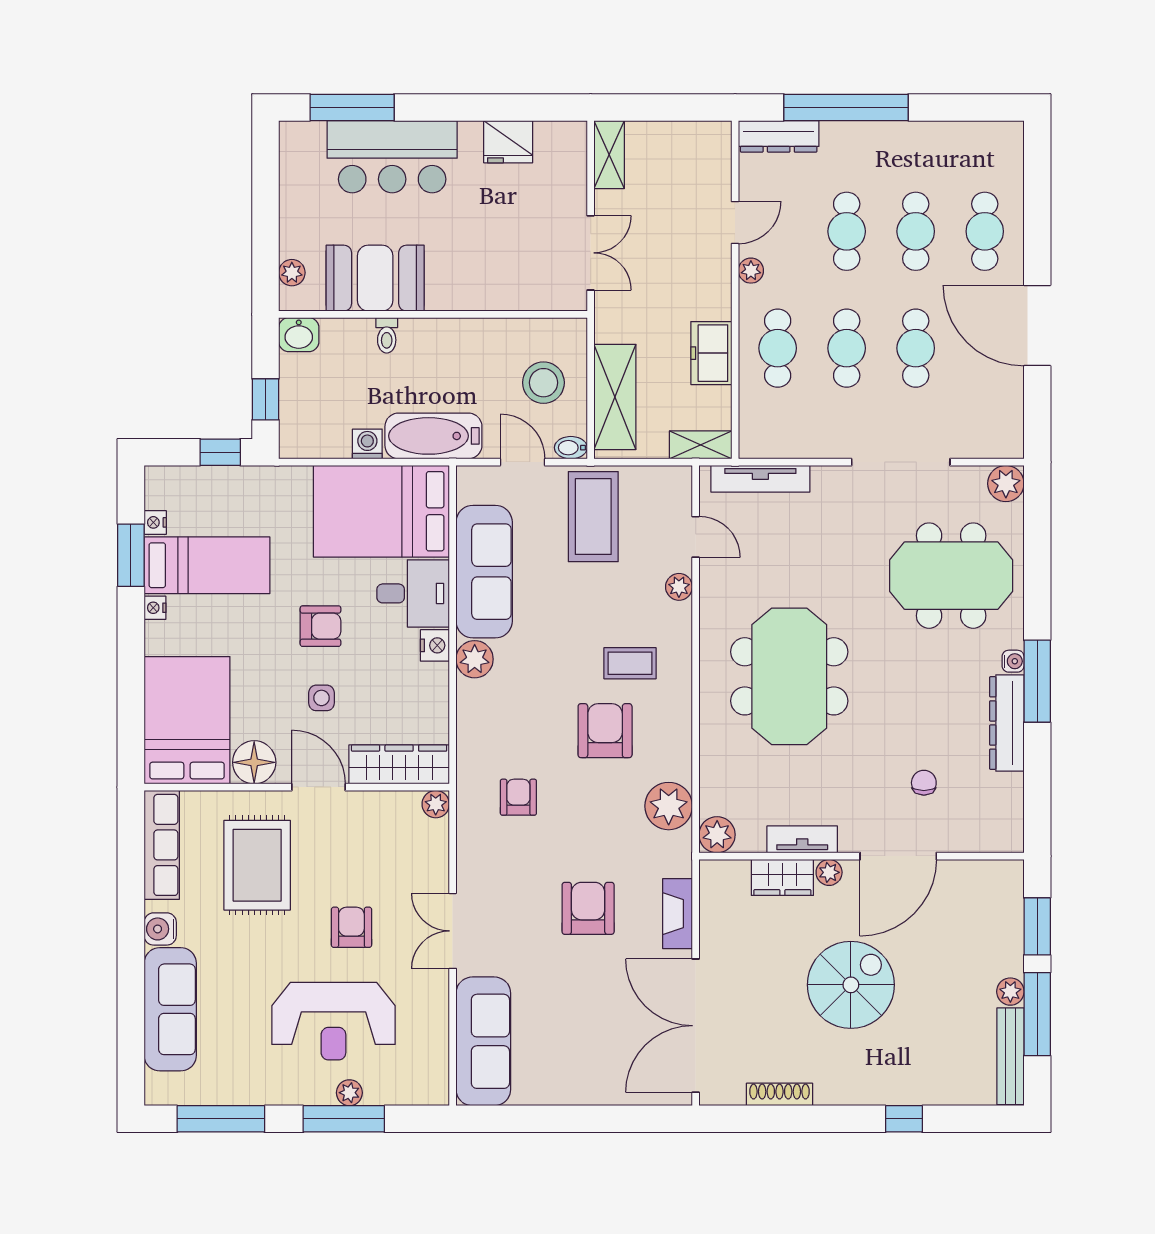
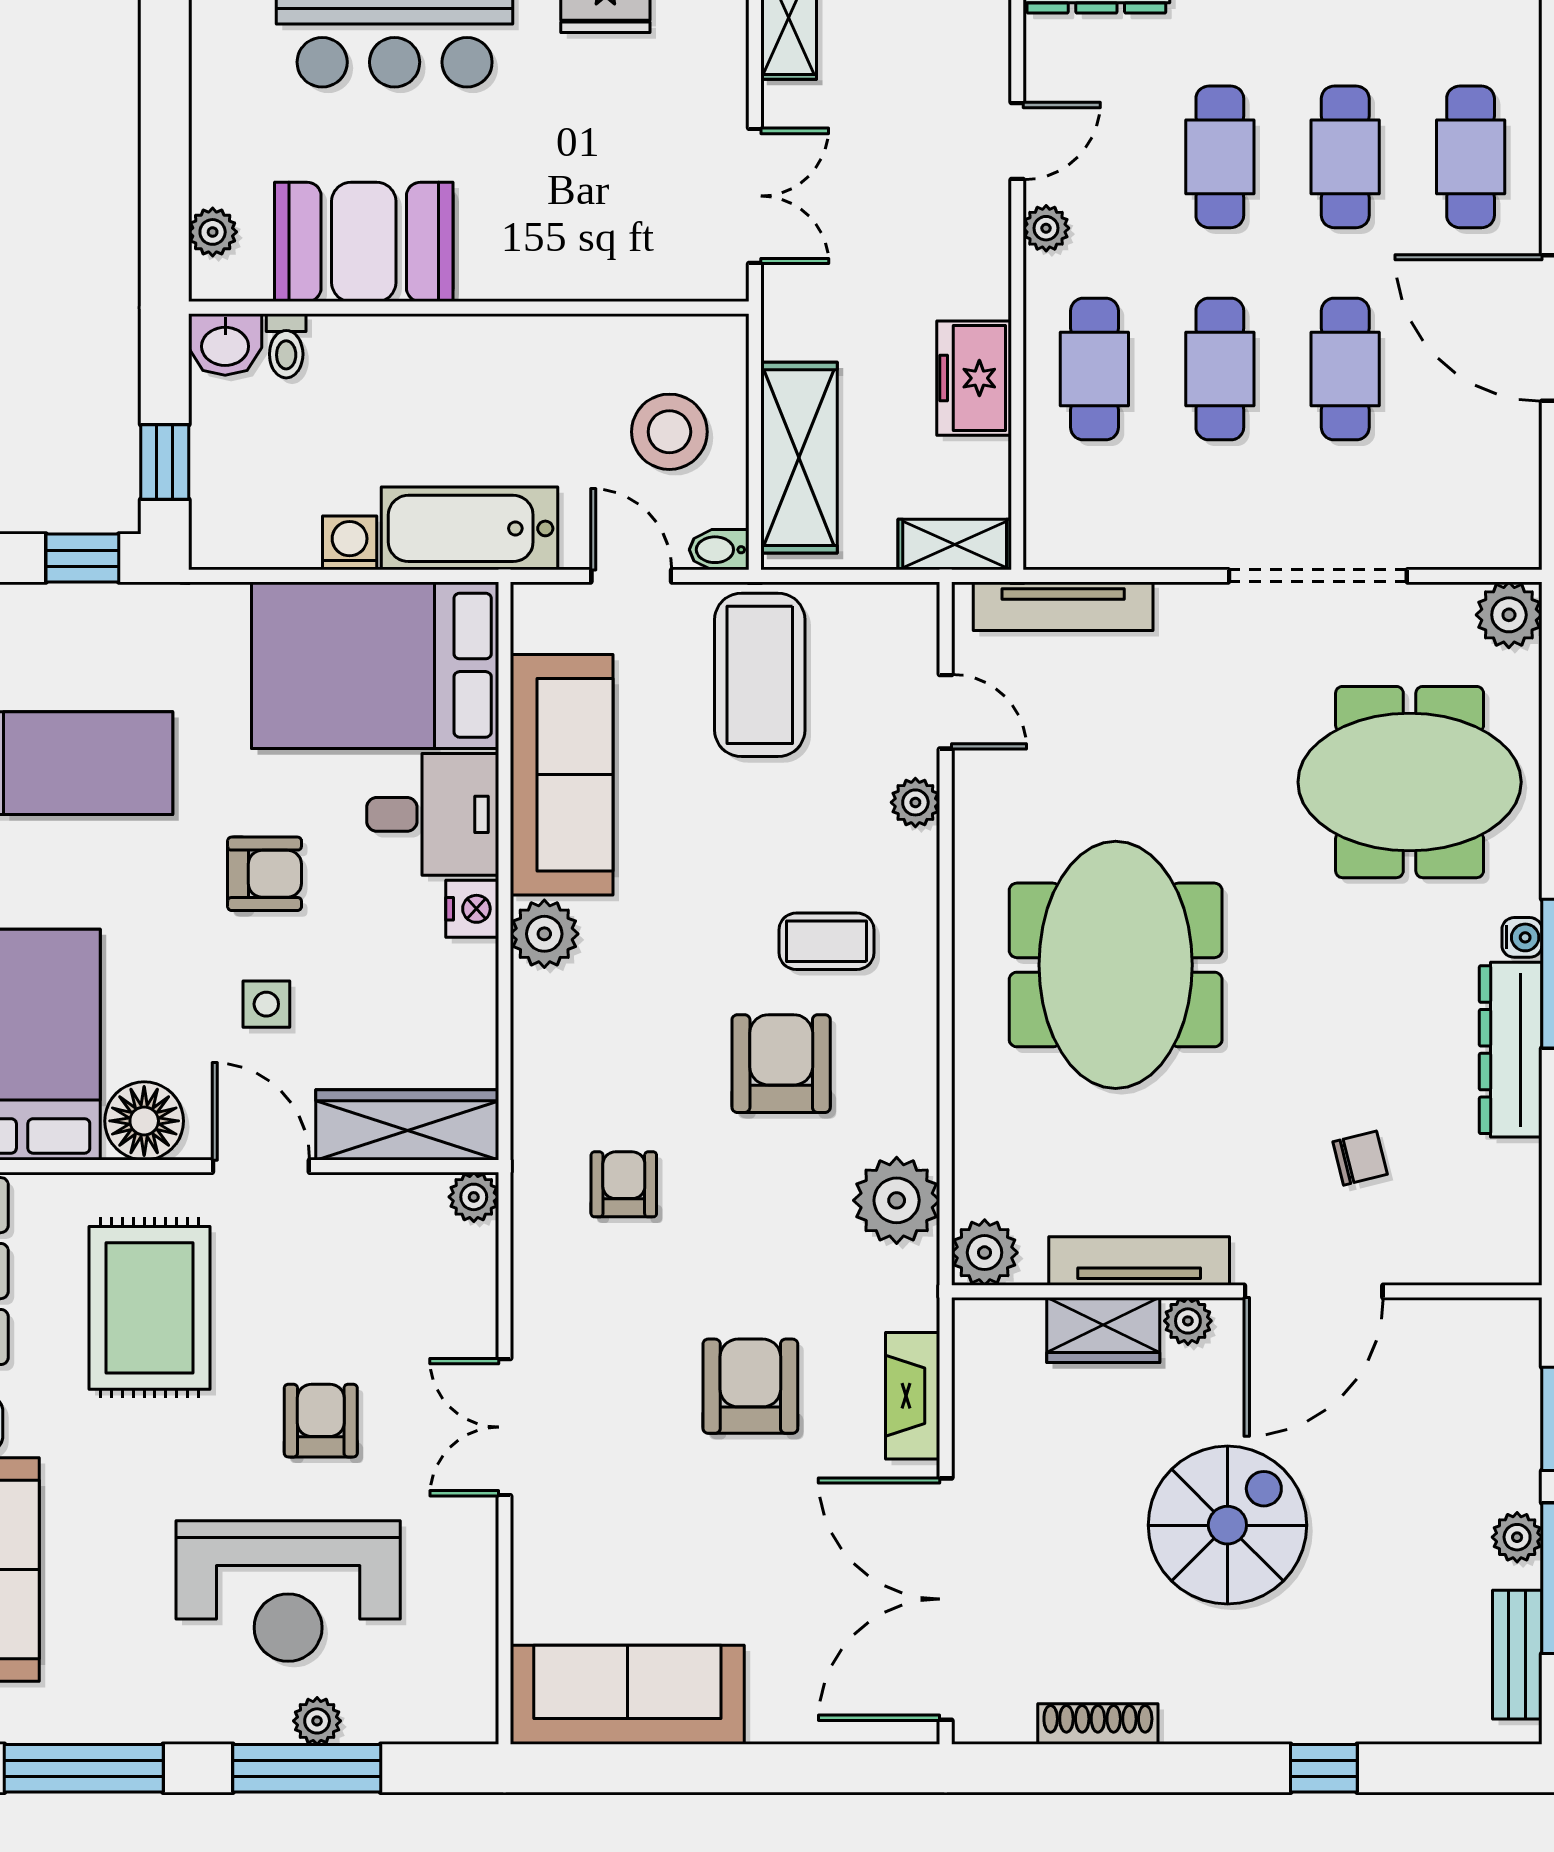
toilet: (387, 335) -> (286, 346), moved
chair: (924, 783) -> (1360, 1158), turned 76
tv unit: (802, 839) -> (1139, 1261), width x1.41
sofa: (483, 1041) -> (627, 1695), moved, turned -90
bench: (1010, 1056) -> (1517, 1655), width x0.73

